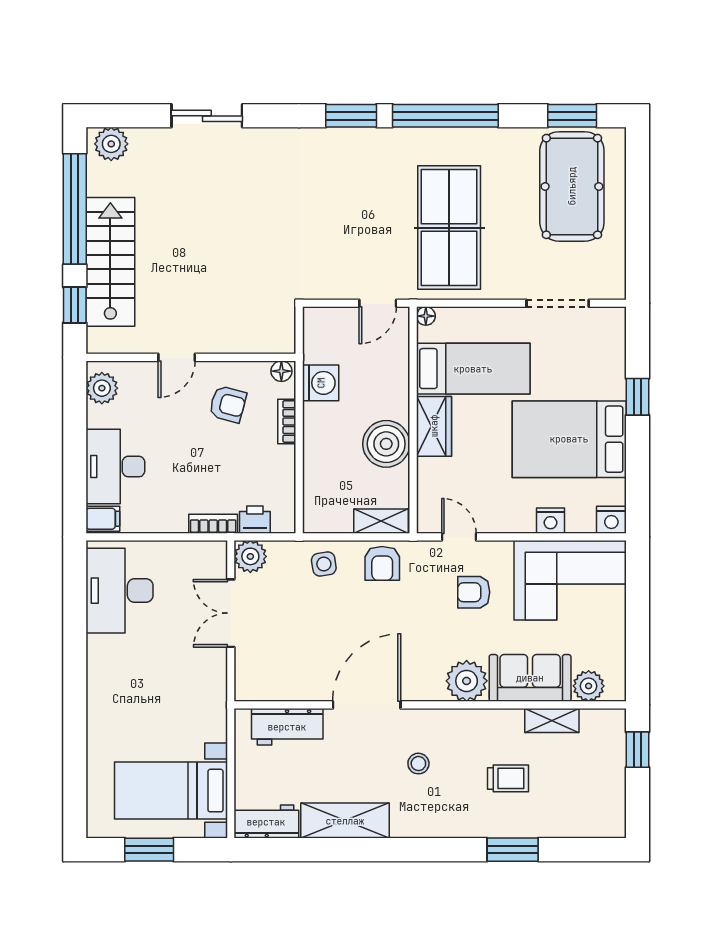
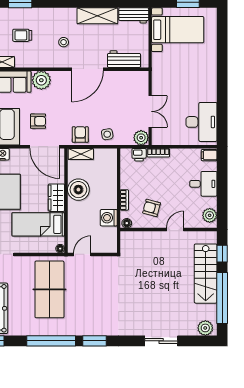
desk: (115, 467) -> (203, 184), width x0.73
door: (459, 537) -> (45, 147), width x1.88

